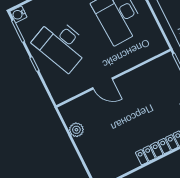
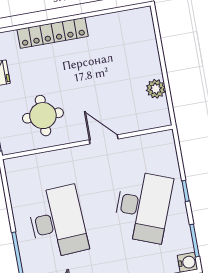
desk: (61, 44) -> (143, 207), turned 45
round table: (150, 88) -> (43, 116), added

